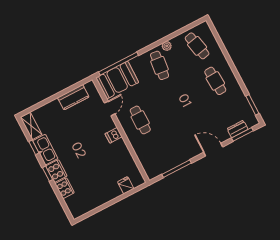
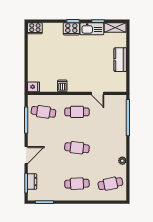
cafe table: (160, 65) -> (77, 148), moved
booth: (117, 80) -> (116, 110), removed
kitchen counter: (73, 97) -> (120, 60), moved
dishwasher: (114, 135) -> (62, 86), moved
cafe table: (158, 155) -> (43, 112), added
fridge: (126, 185) -> (34, 87), moved
cooker: (65, 188) -> (35, 28), moved

